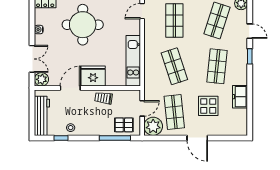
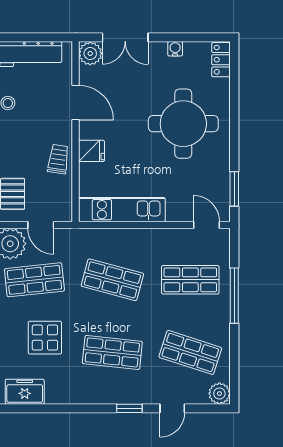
shop shelf: (174, 66) -> (112, 280), turned 33
fridge: (93, 76) -> (91, 151), width x0.53, depth x0.75
freezer: (240, 97) -> (25, 392), moved

